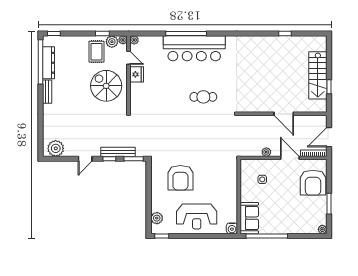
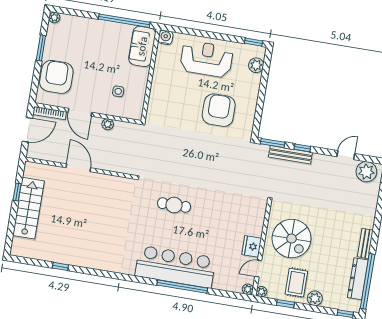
plant: (112, 42) -> (315, 298), moved
door: (129, 58) -> (258, 269), hinge flipped
door: (85, 159) -> (346, 155), moved

